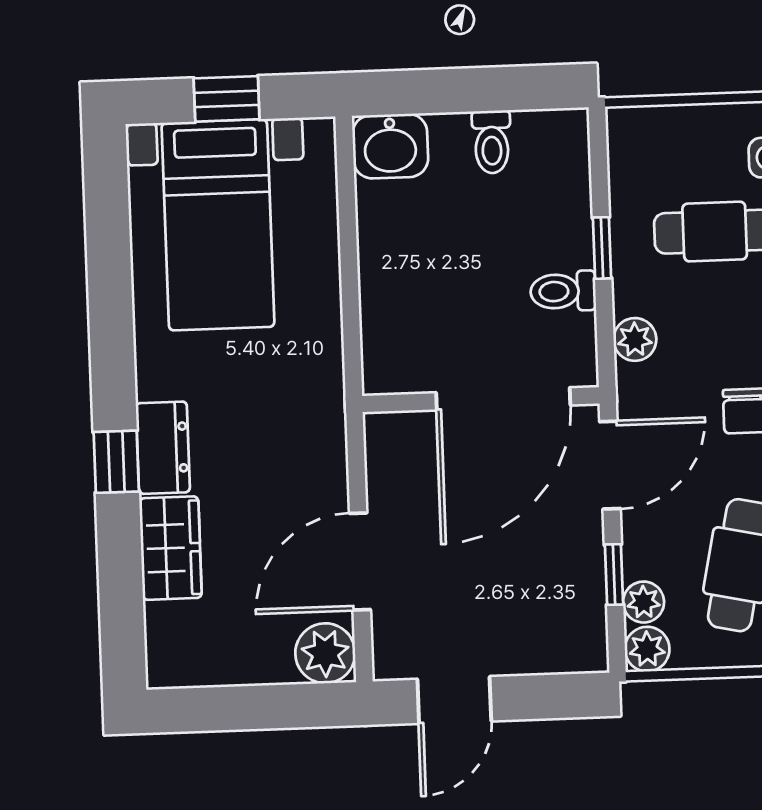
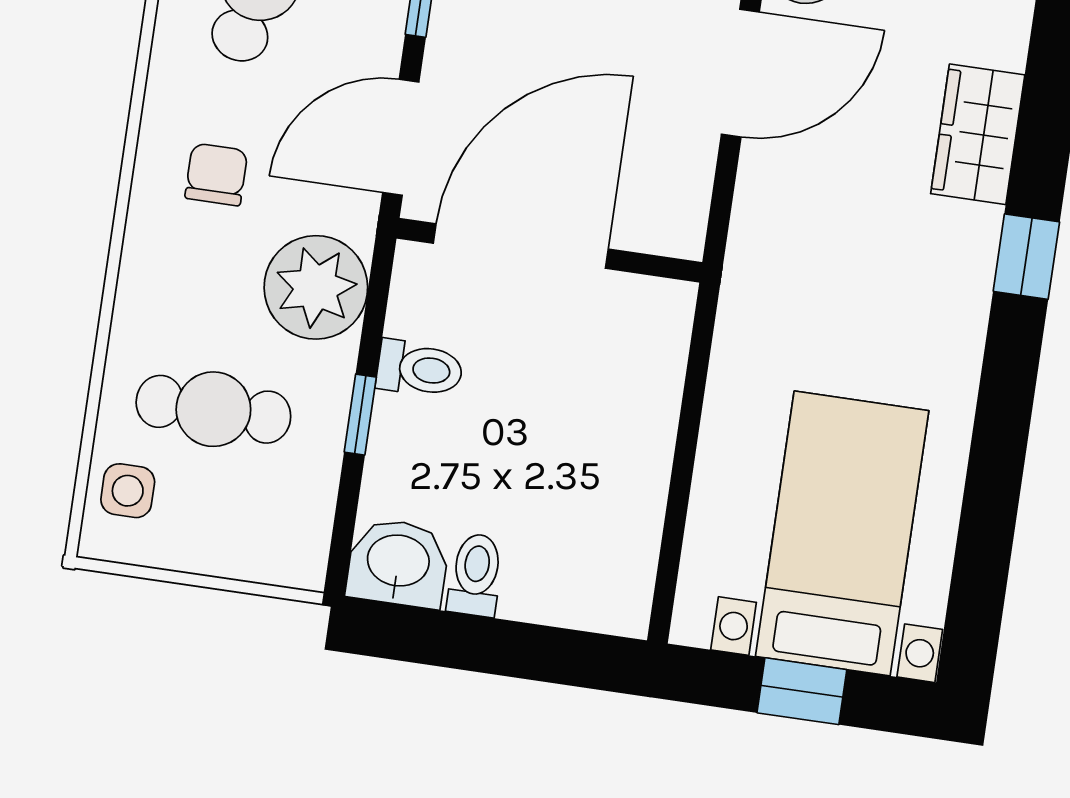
washbasin: (390, 146) -> (398, 563), moved
plant: (635, 339) -> (316, 287), width x1.87, depth x1.87
dresser: (163, 448) -> (964, 263), removed

